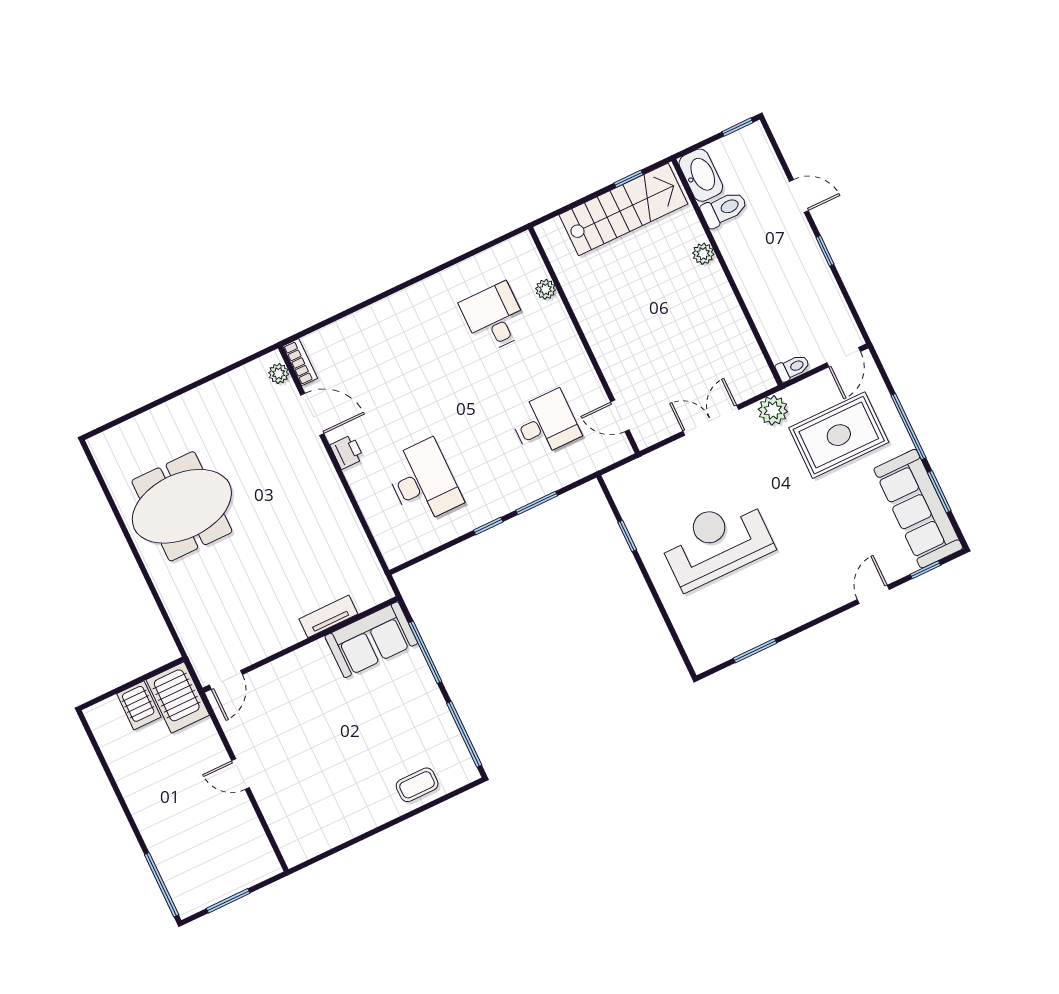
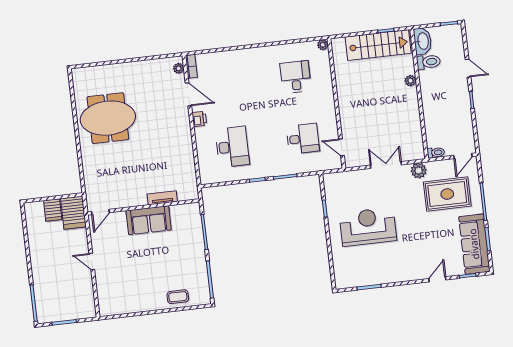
plant: (546, 289) -> (323, 45), moved
sofa: (371, 640) -> (149, 220), moved

